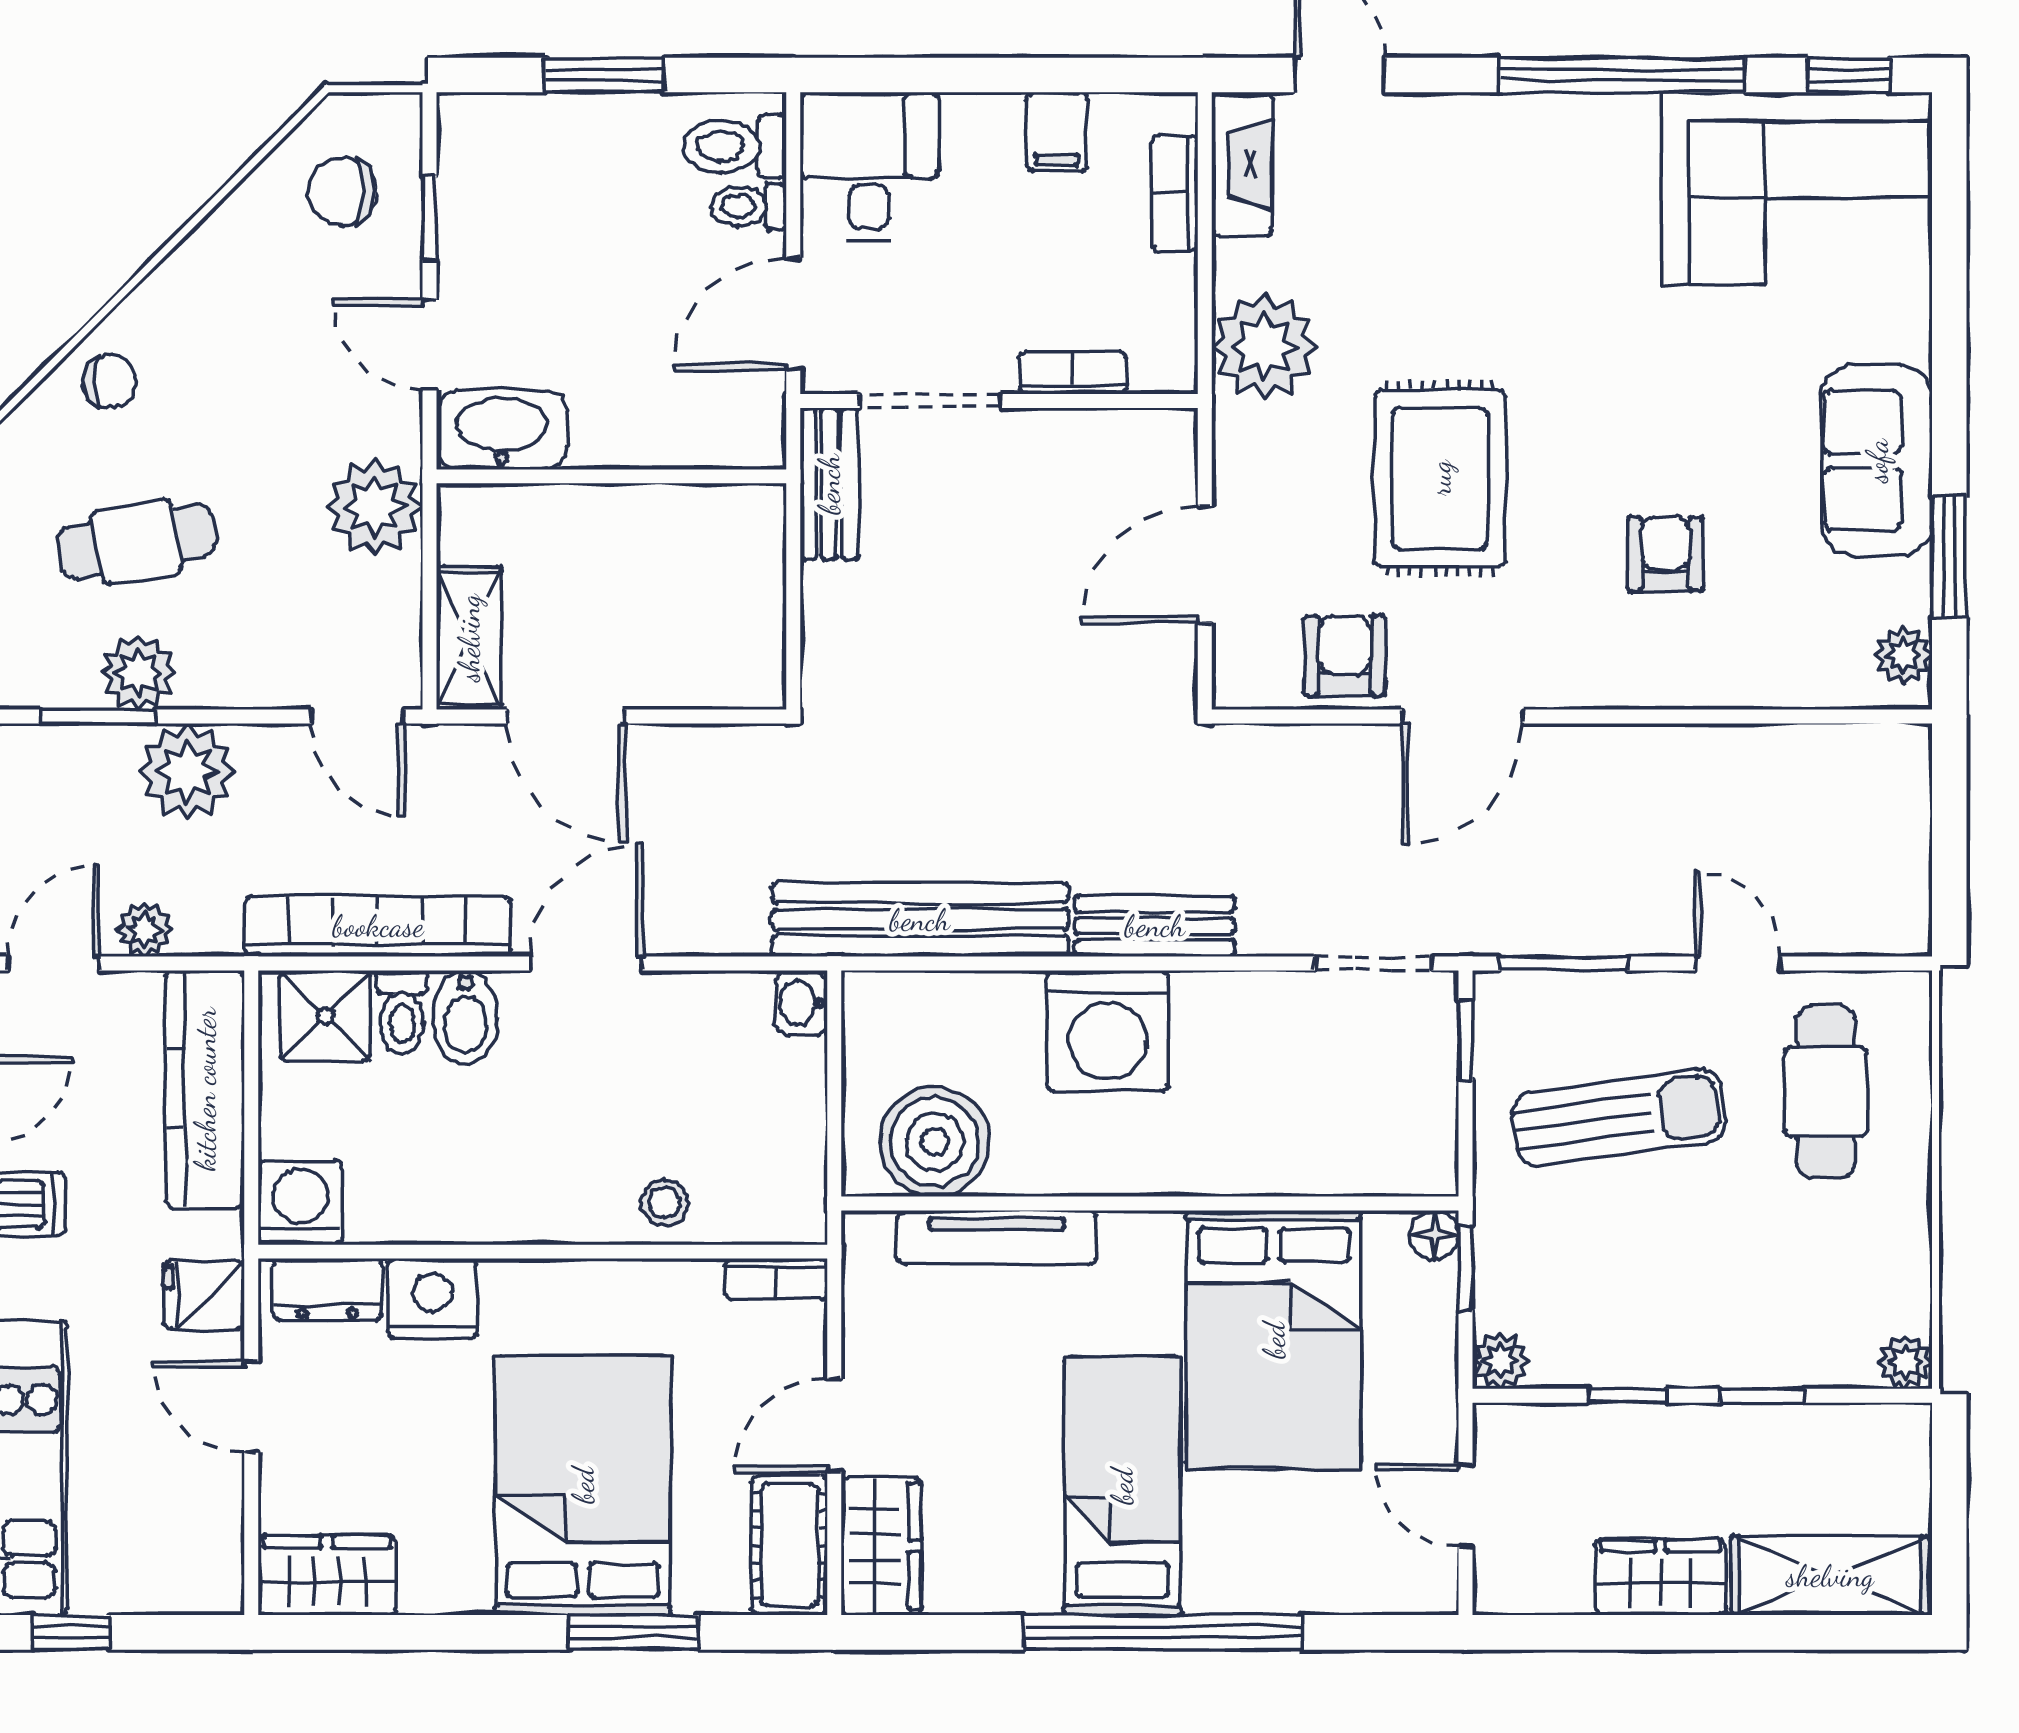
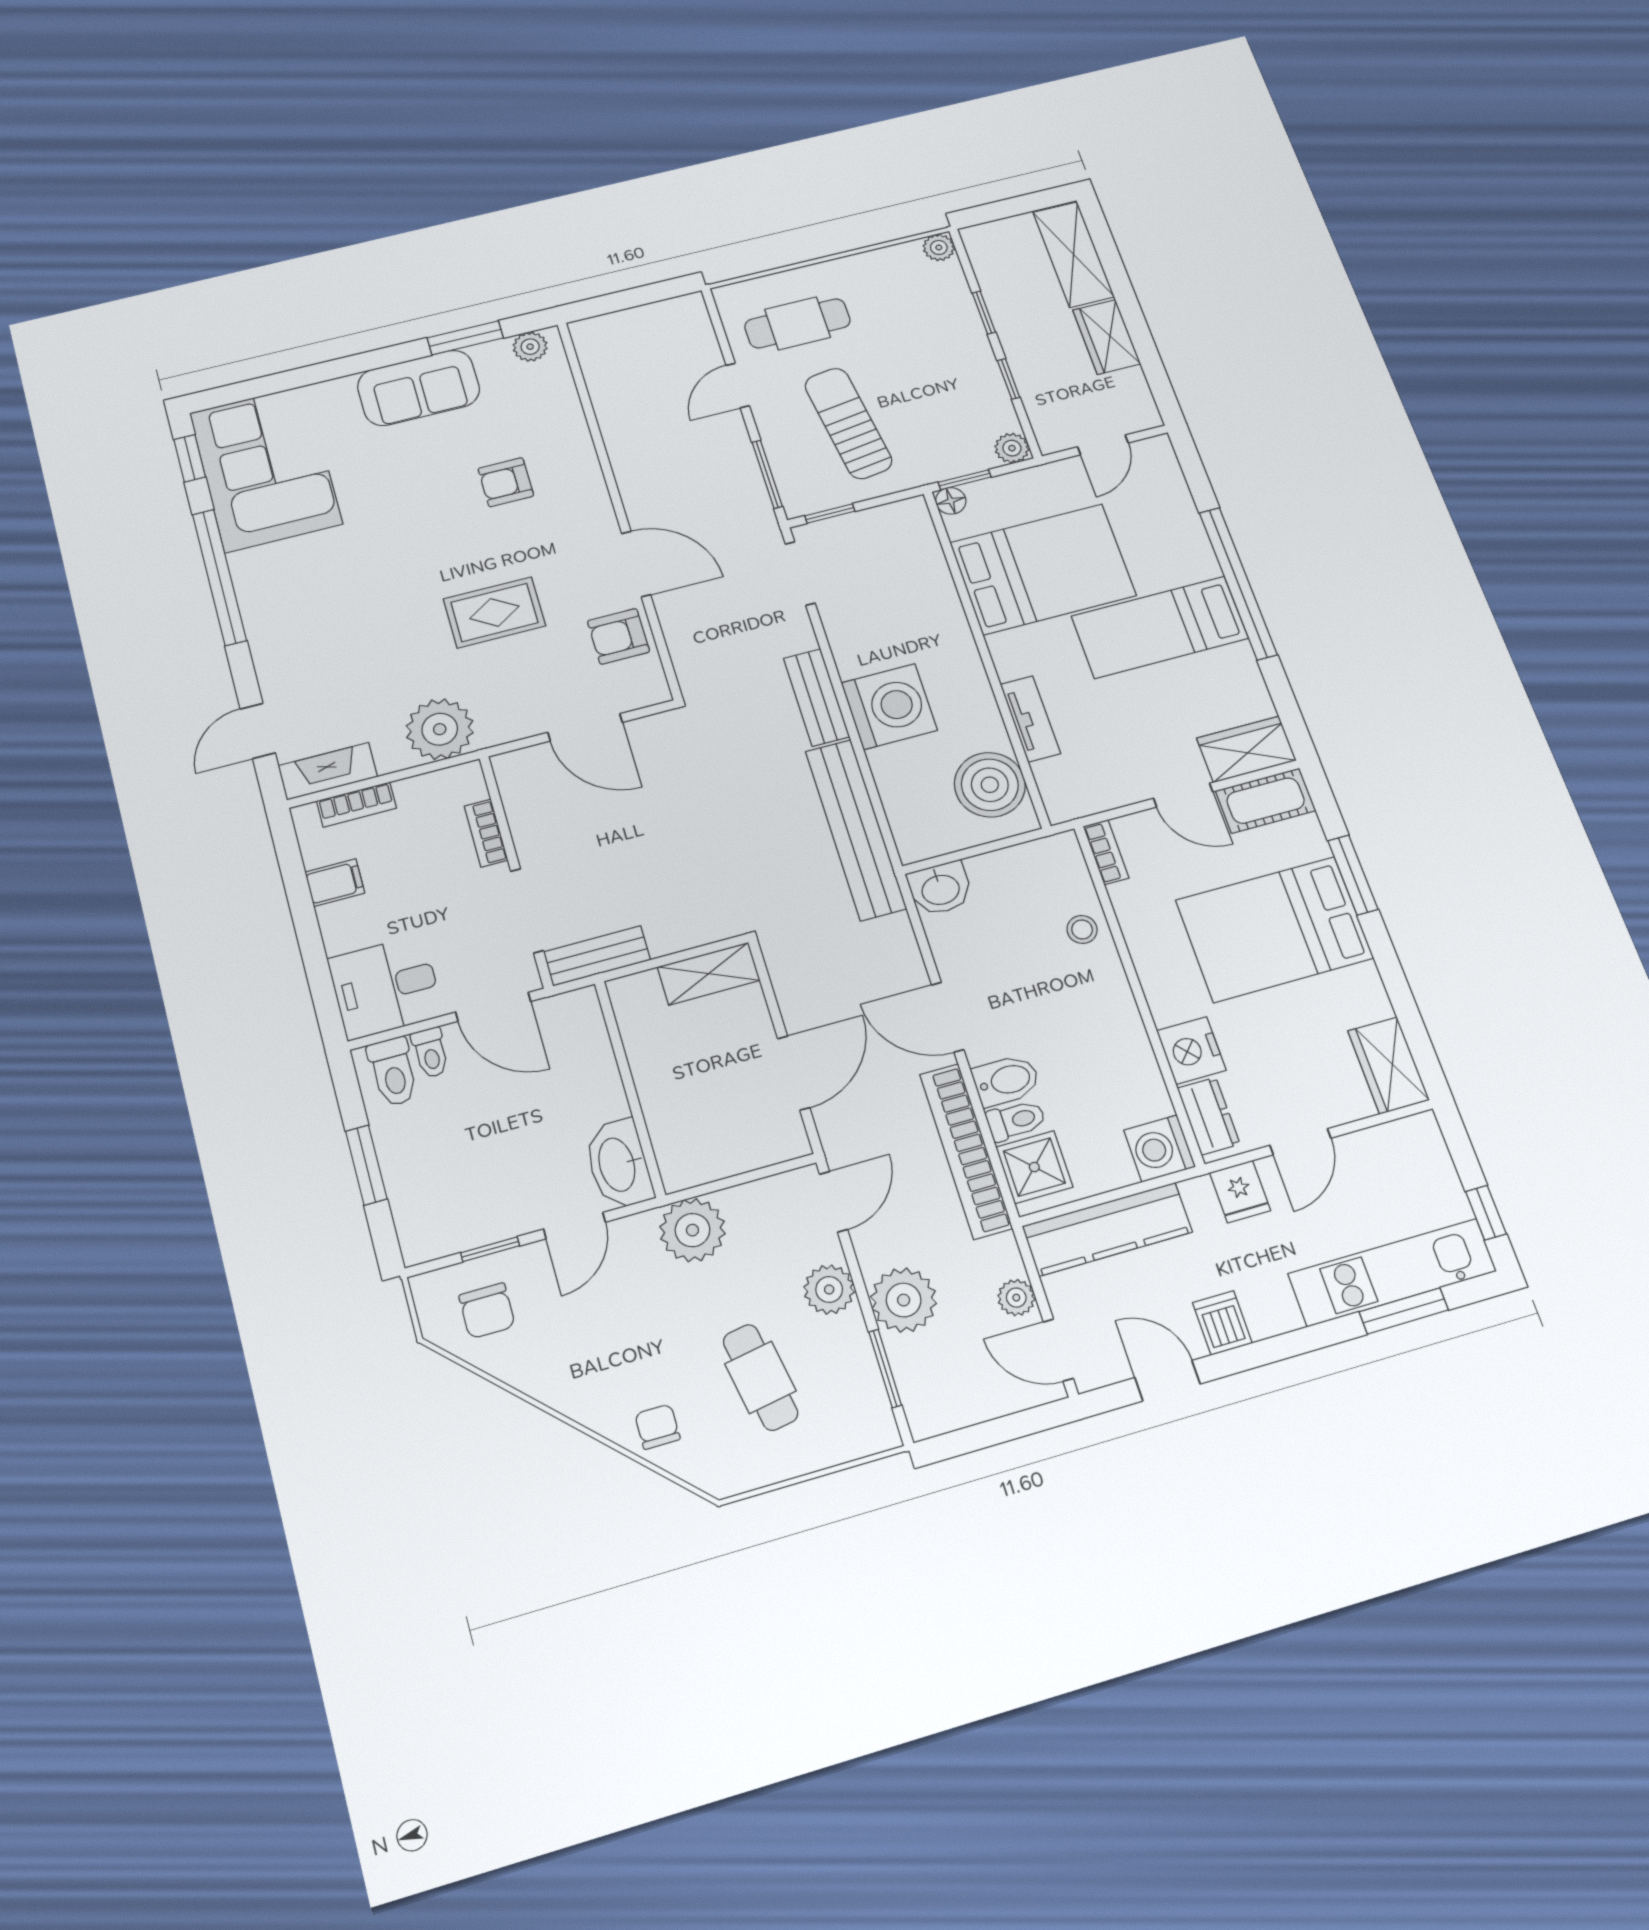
rug: (1440, 478) -> (494, 612), width x0.73, depth x0.70
shelving: (469, 638) -> (709, 974), moved
plant: (138, 673) -> (829, 1289), moved
washbasin: (801, 1003) -> (940, 889), width x1.38, depth x1.45
tv unit: (997, 1237) -> (1030, 719), width x0.71

